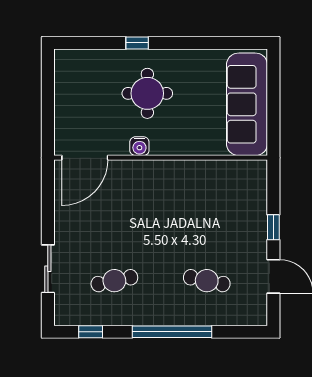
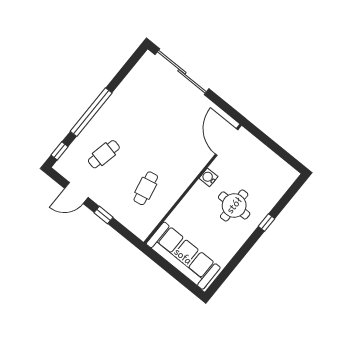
sliding door: (48, 269) -> (182, 72), width x1.86
cafe table: (114, 281) -> (146, 188), moved
window: (91, 332) -> (60, 151), moved

